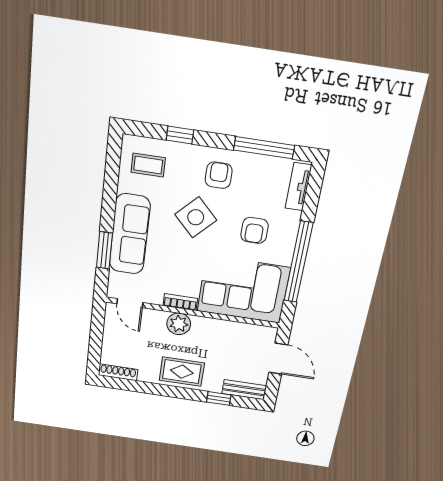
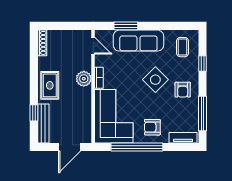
armchair: (219, 175) -> (183, 90), turned 90
armchair: (254, 230) -> (152, 127), moved
door: (130, 303) -> (93, 46), swing flipped
bench: (244, 390) -> (43, 123), width x1.36

